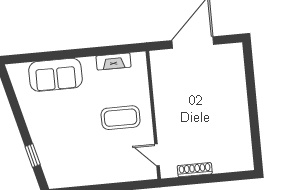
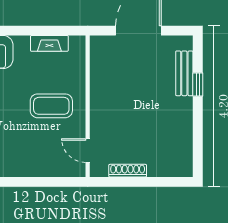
bench: (238, 77) -> (184, 73), added
window: (251, 86) -> (198, 84), added

